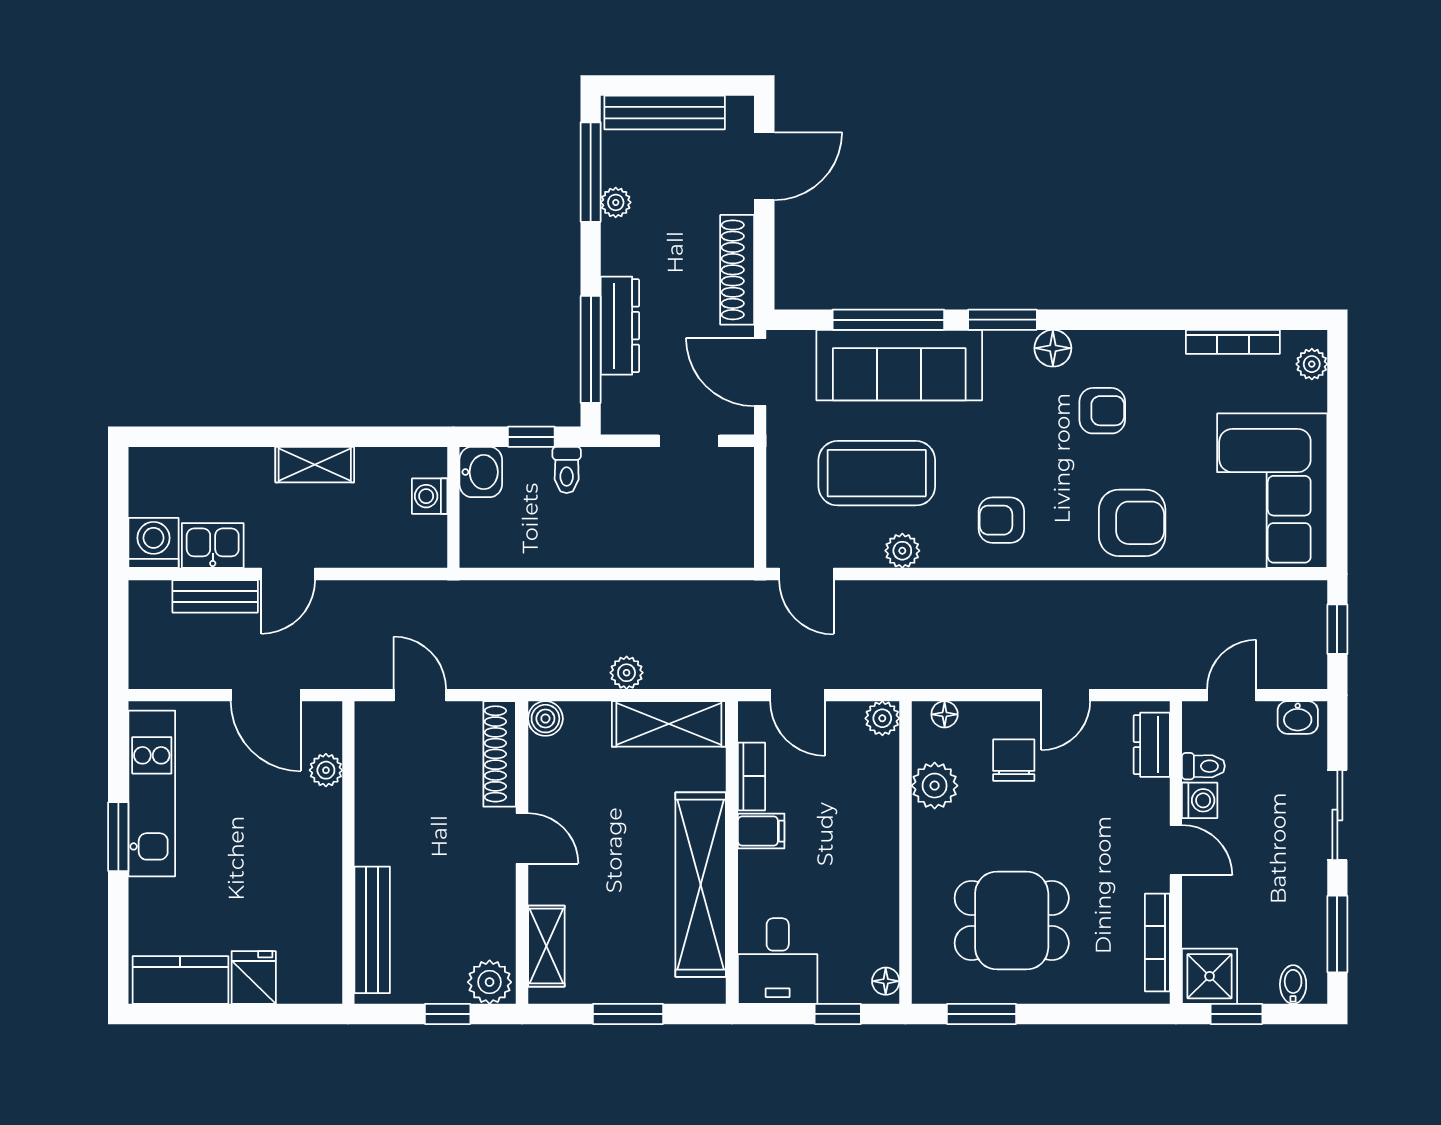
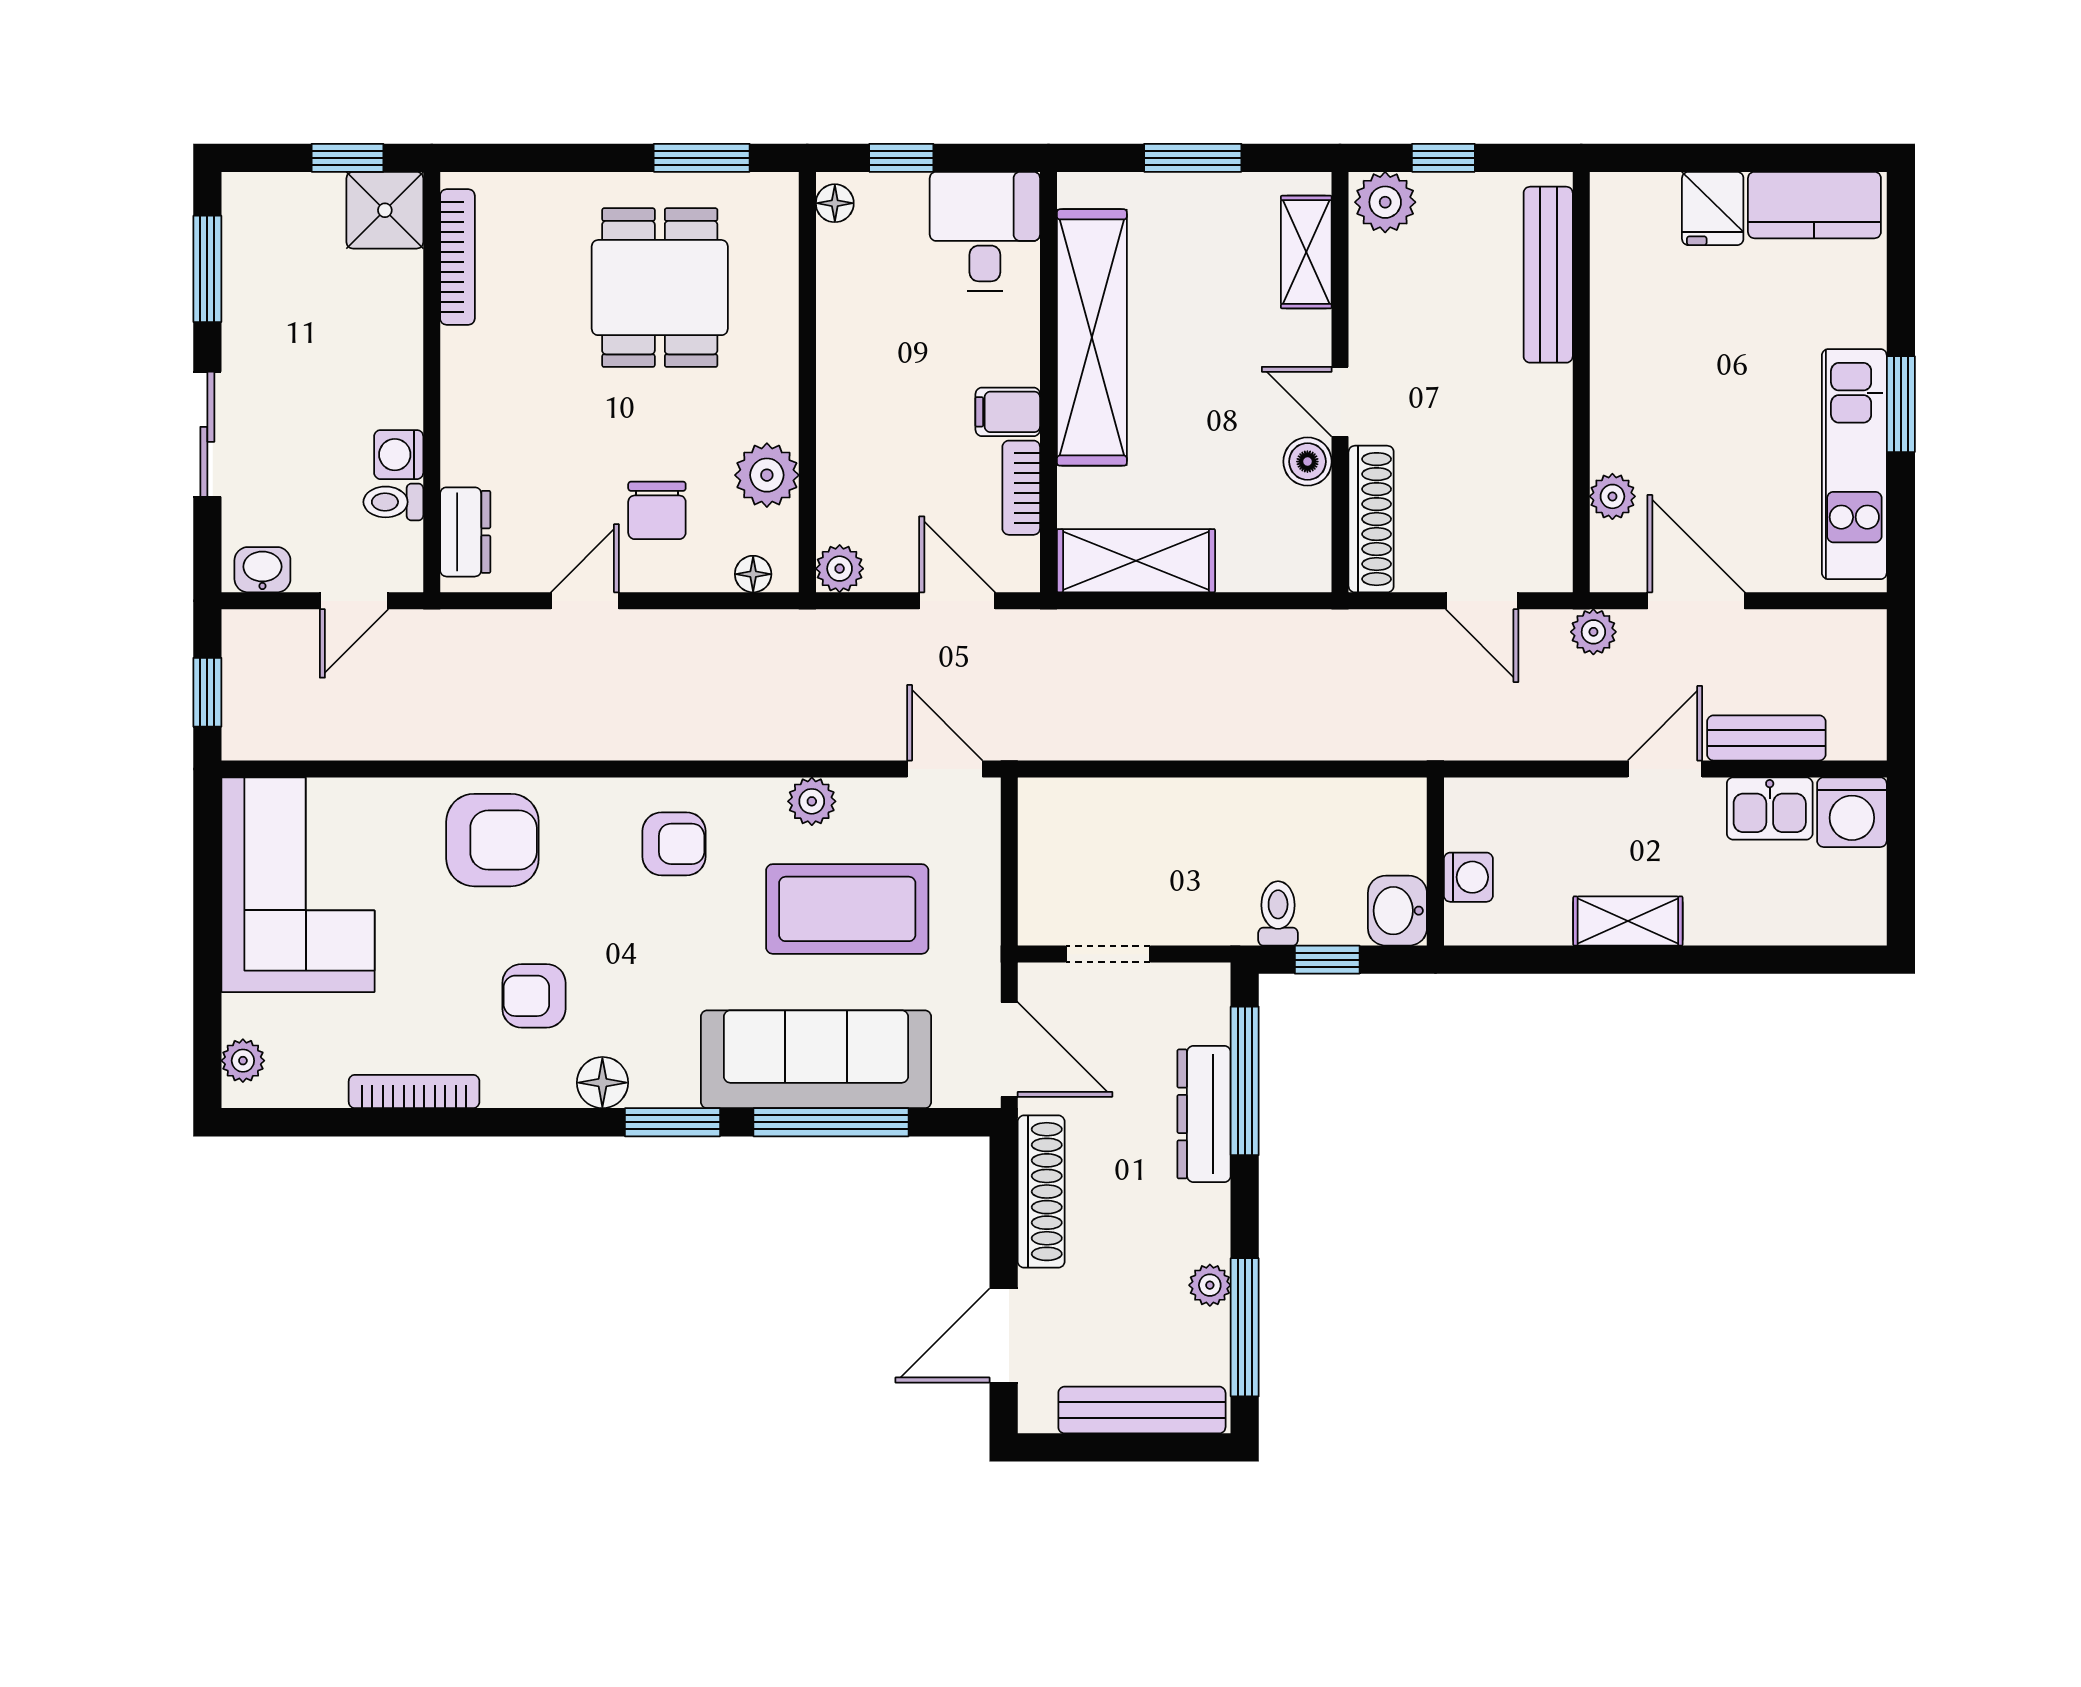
bookcase: (1233, 342) -> (414, 1092), moved
armchair: (1132, 523) -> (492, 840), turned 180
plant: (627, 673) -> (1593, 632), moved
boiler: (545, 719) -> (1307, 462), moved
door: (1176, 850) -> (432, 385), removed
dining table: (1012, 921) -> (660, 288), turned 90
bidet: (1293, 985) -> (269, 199), removed

